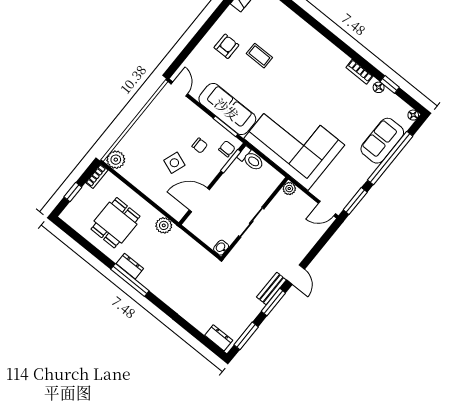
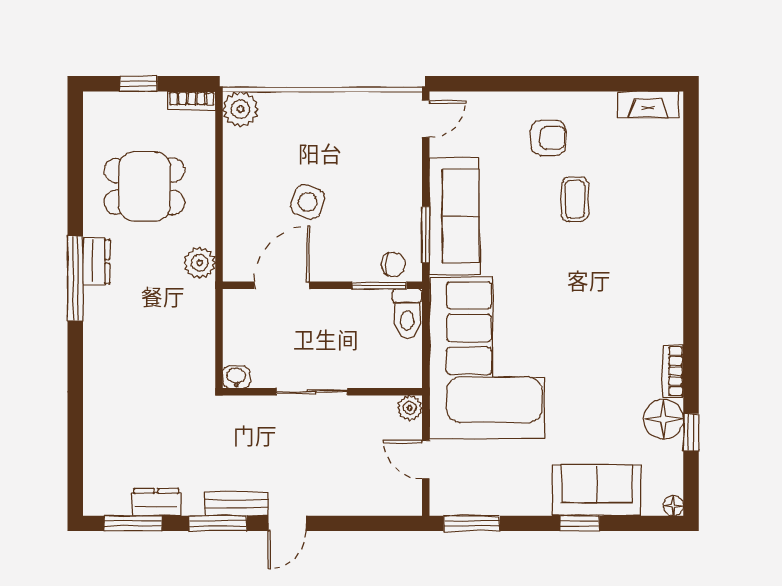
floor lamp: (379, 87) -> (664, 419), width x1.89, depth x1.89
chair: (200, 146) -> (365, 219), removed
window: (390, 158) -> (580, 523), width x0.32
door: (199, 200) -> (282, 285), hinge flipped
door: (327, 209) -> (426, 460), moved
dresser: (219, 338) -> (156, 502), moved, turned -90

